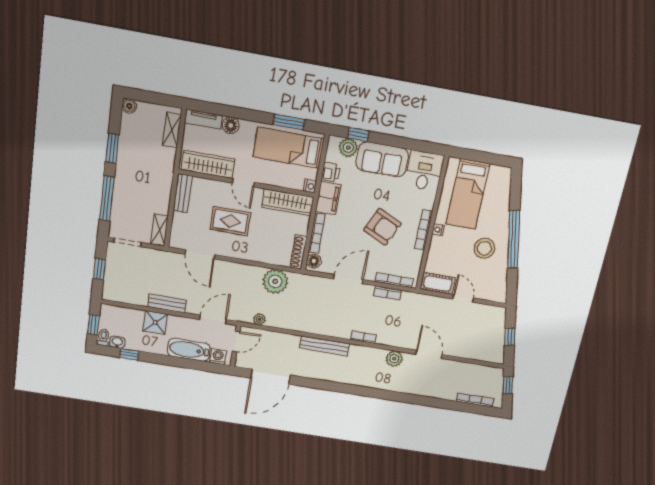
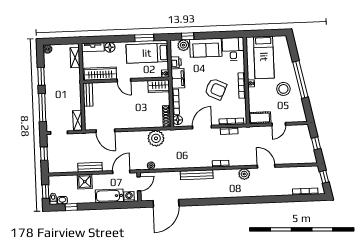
wardrobe: (288, 202) -> (159, 86), width x0.67
rug: (230, 221) -> (120, 106), removed
door: (463, 298) -> (279, 124), swing flipped

